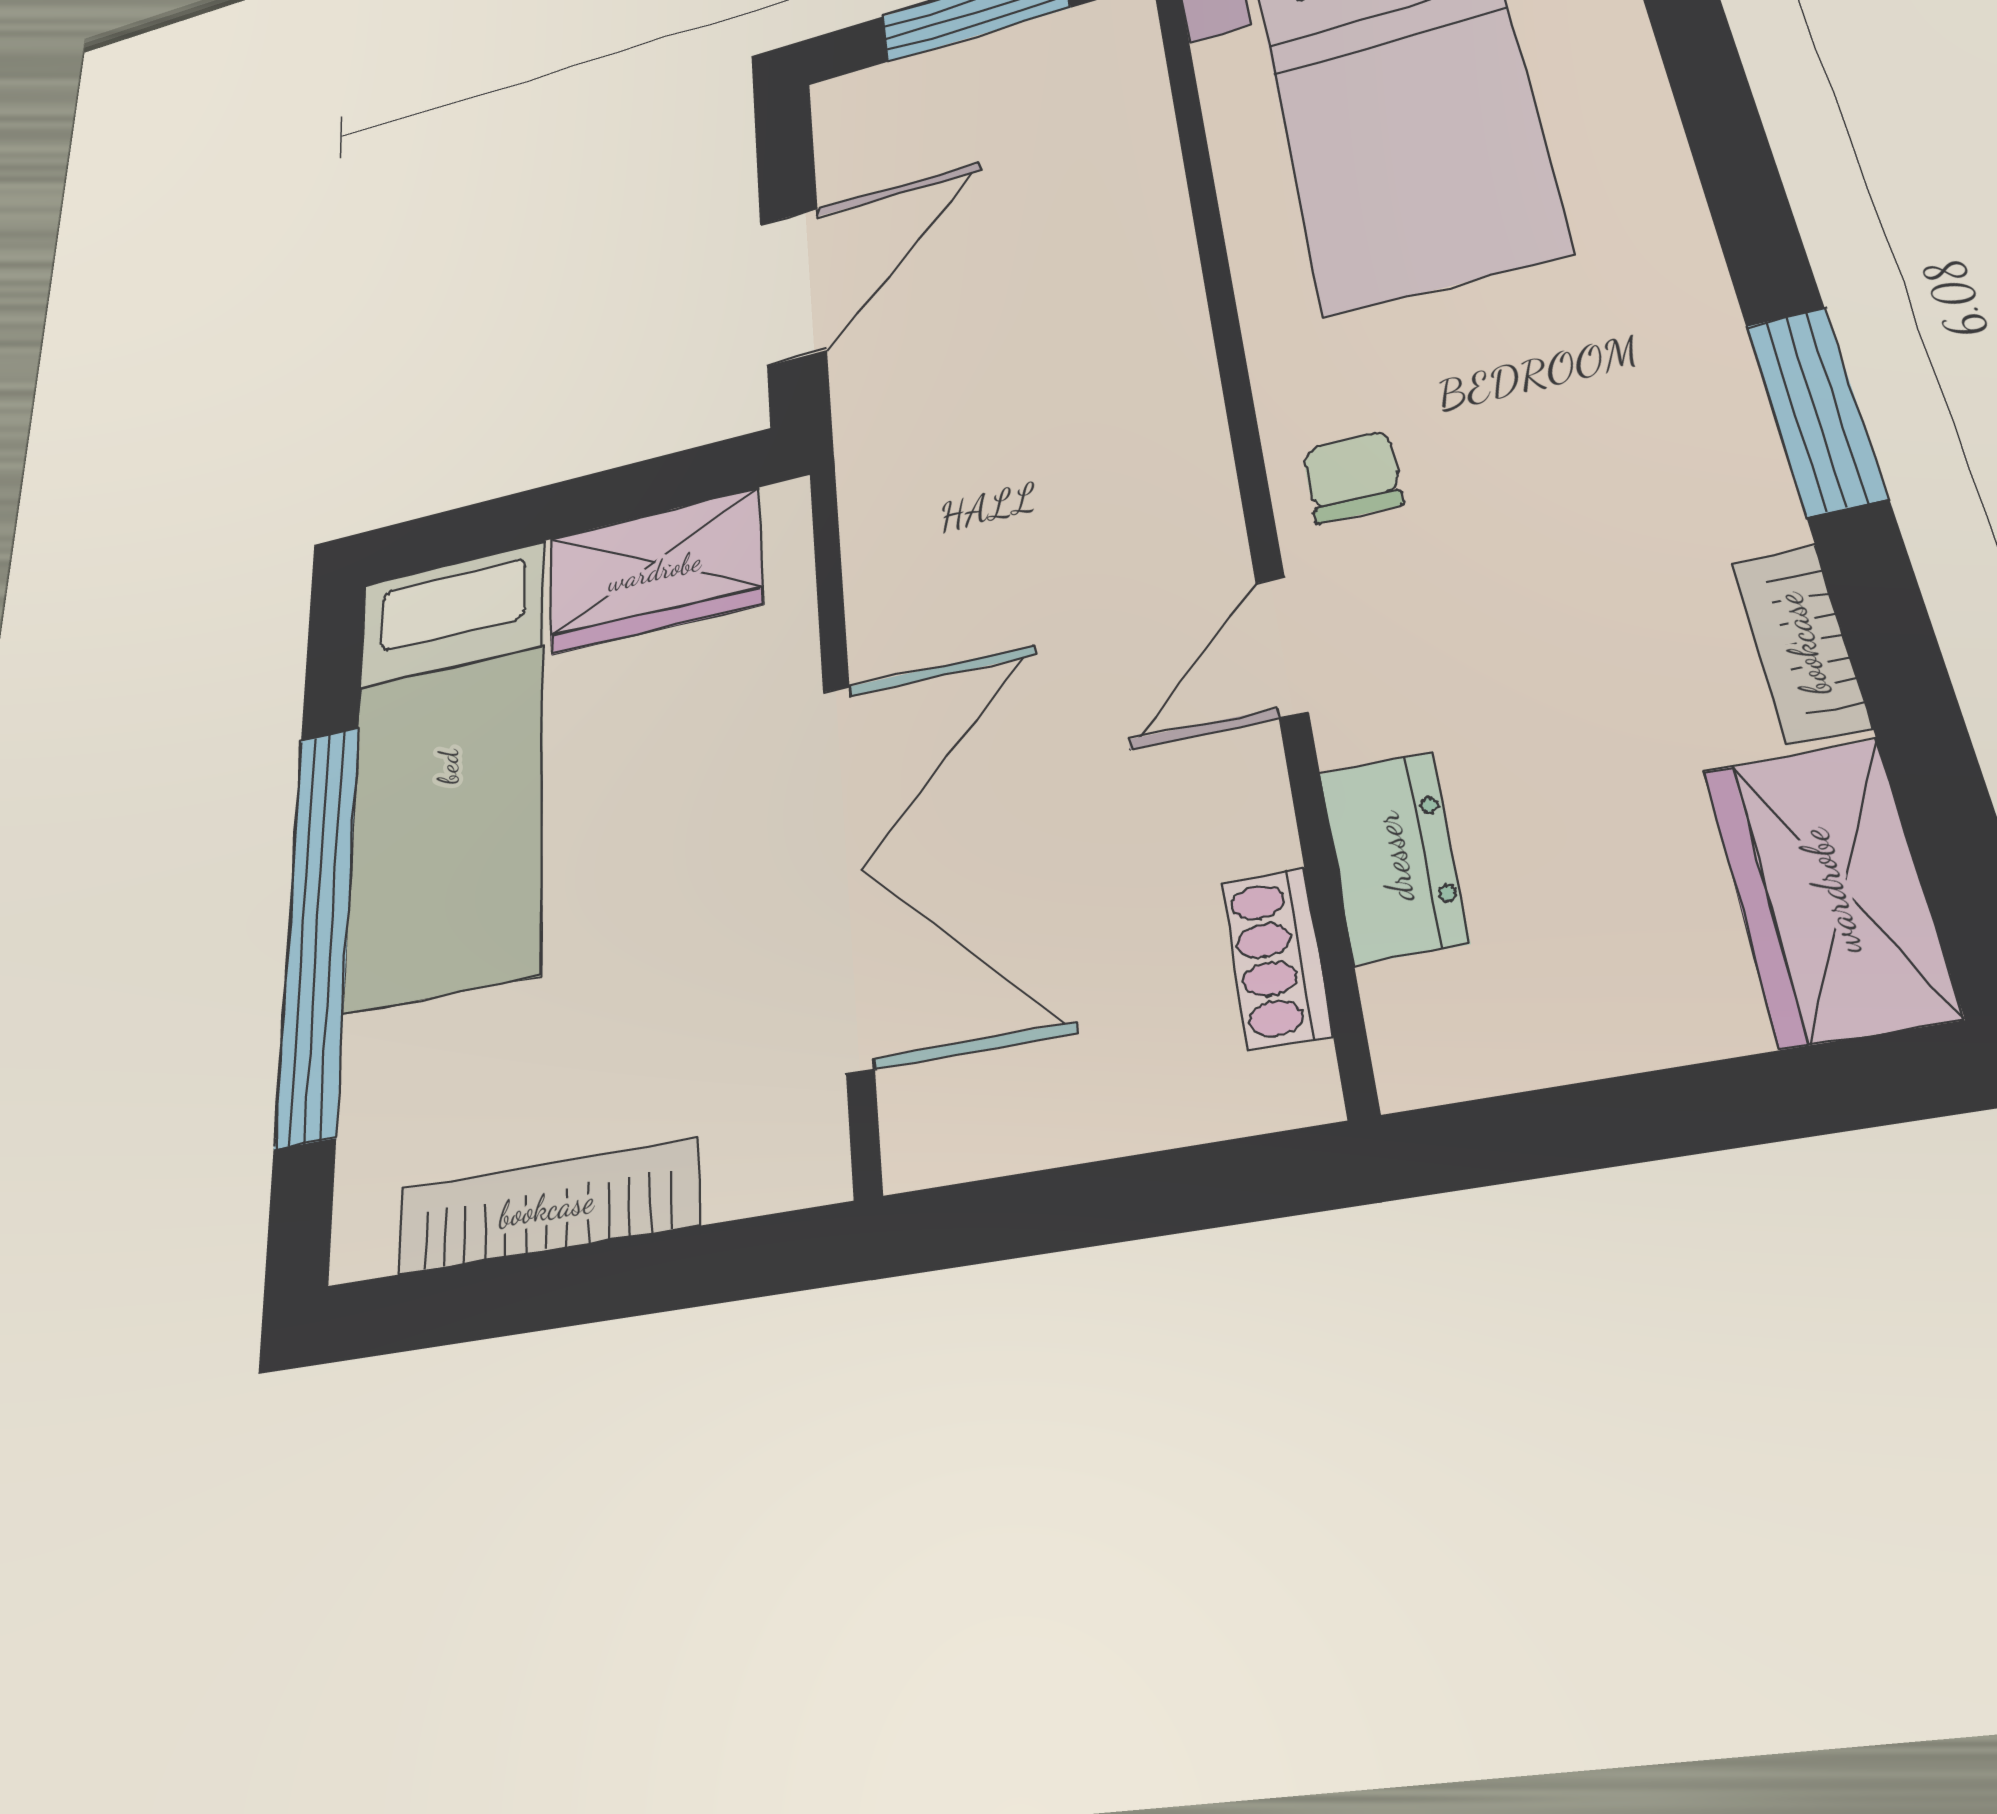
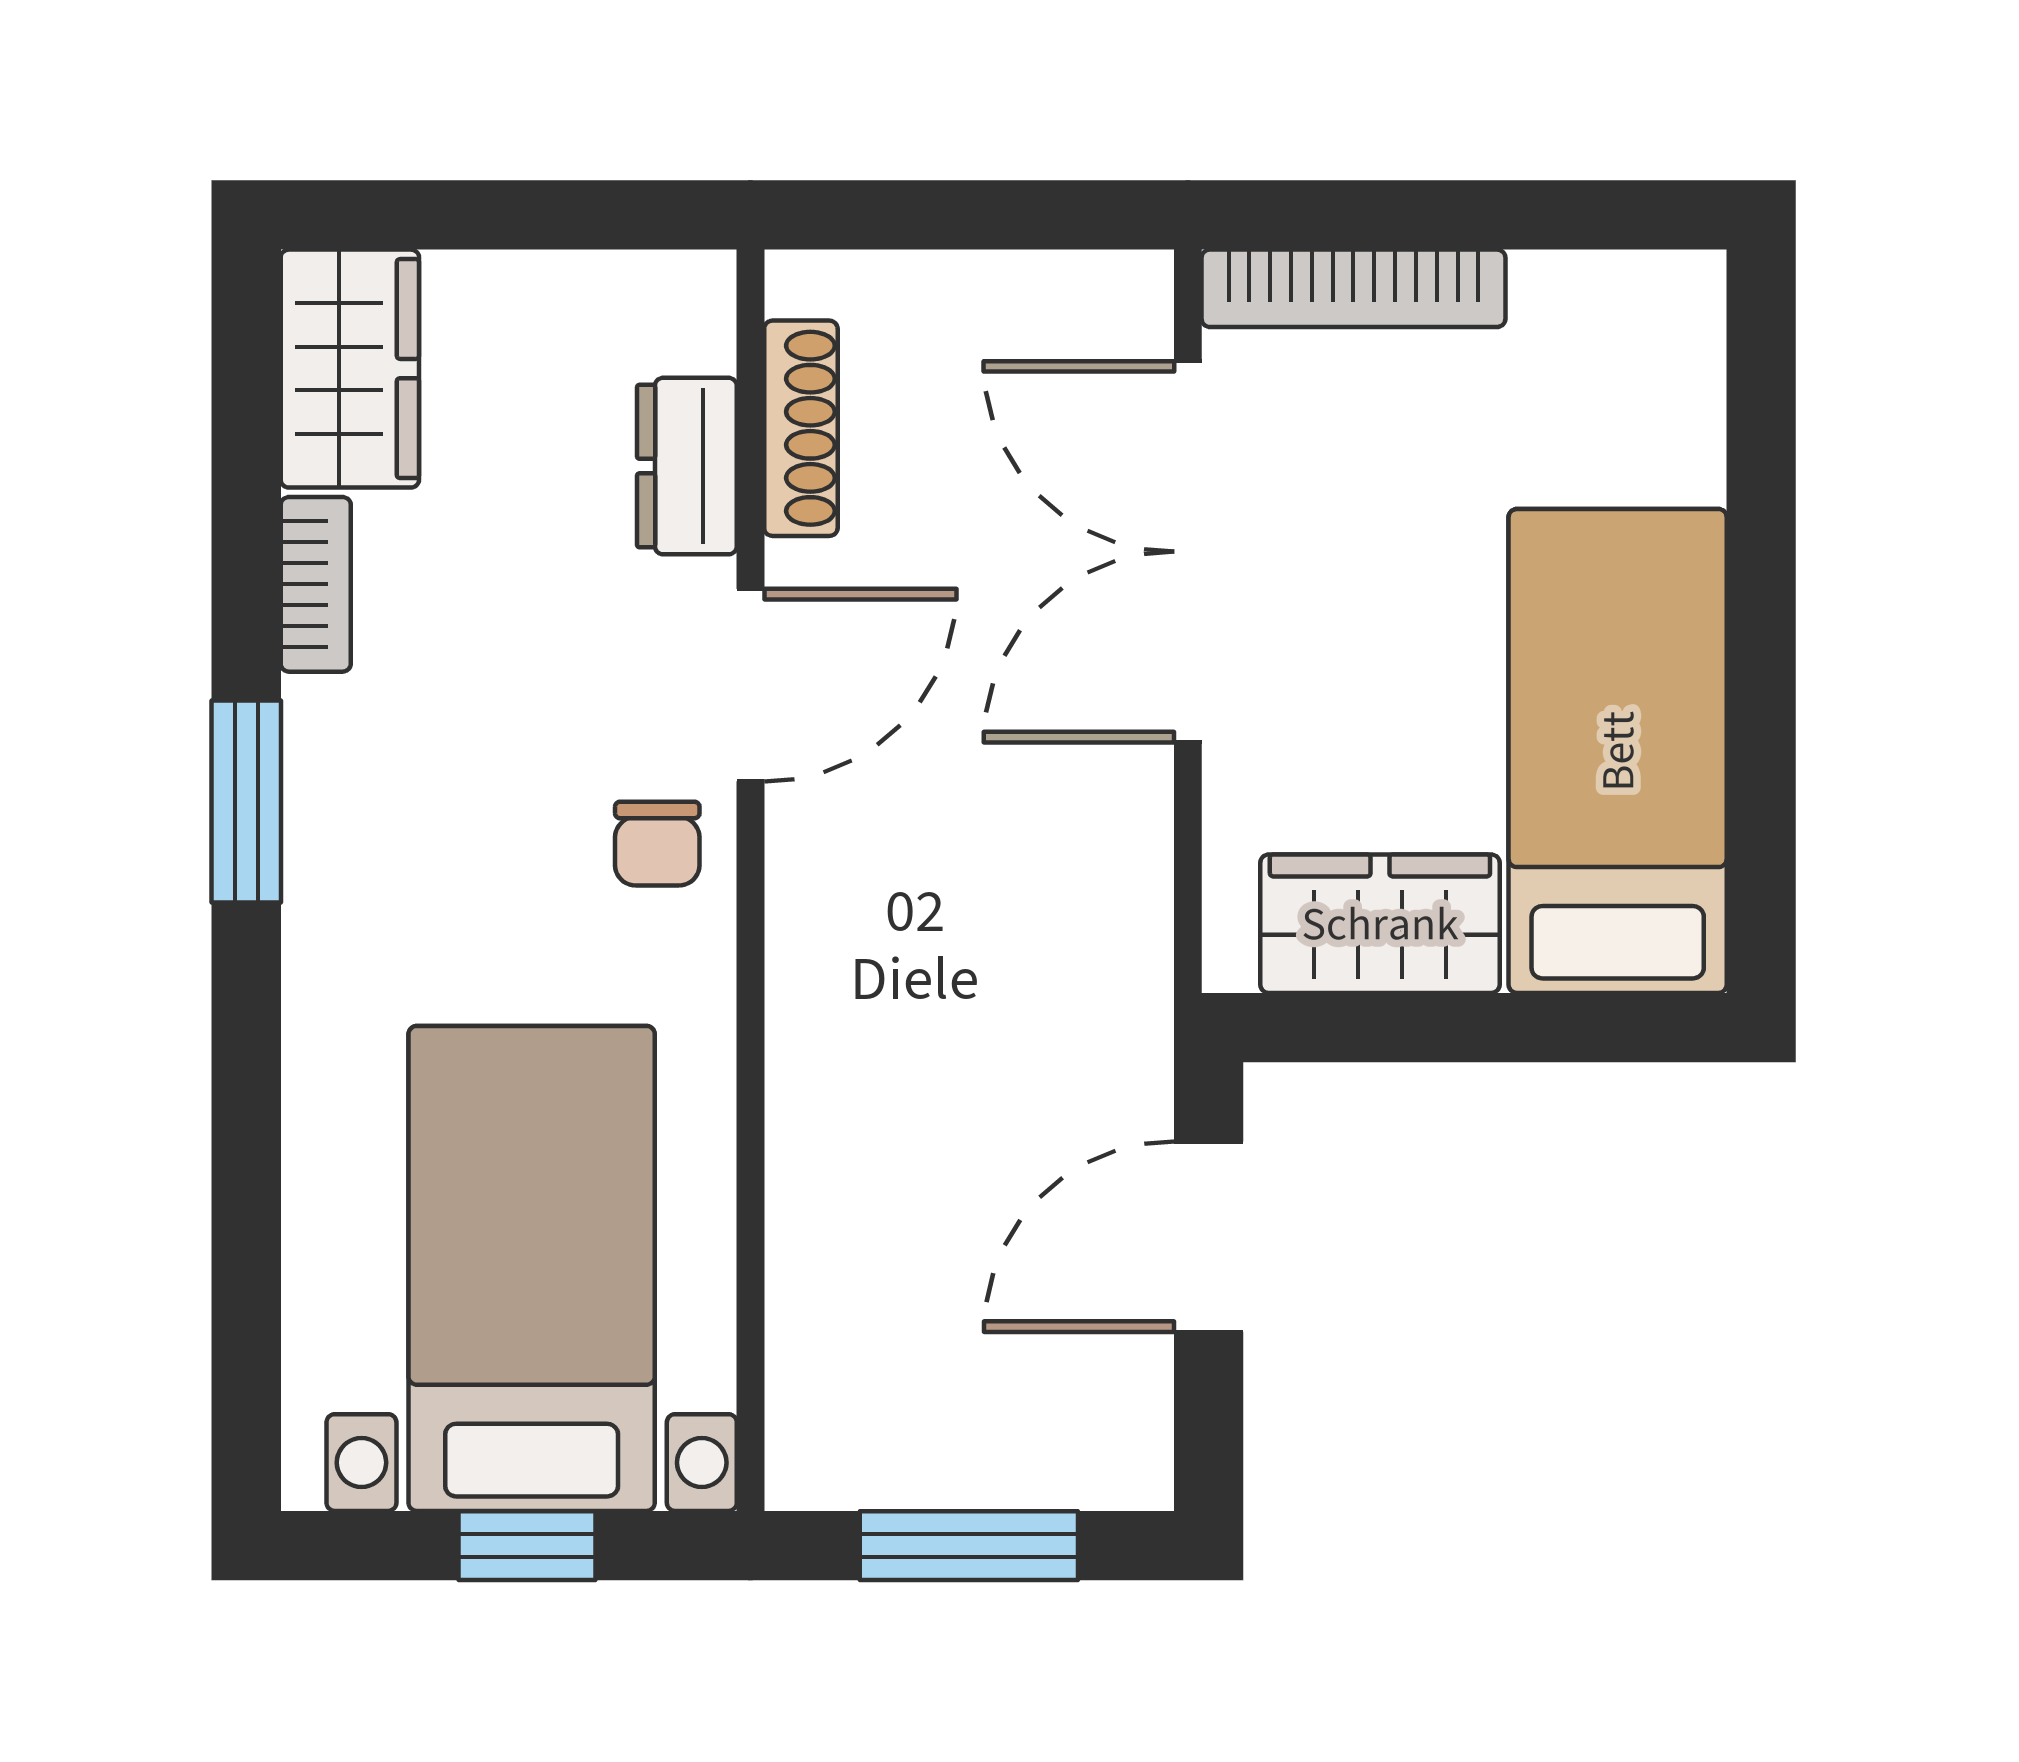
door: (1282, 647) -> (750, 685), width x1.37
window: (318, 930) -> (1761, 604), removed
shoe rack: (1277, 958) -> (801, 428), width x1.43
bookcase: (547, 1207) -> (1353, 288), moved

